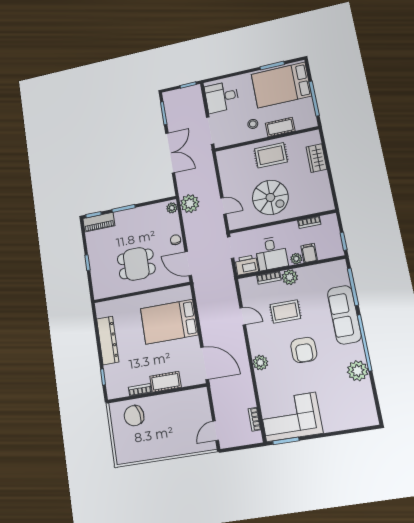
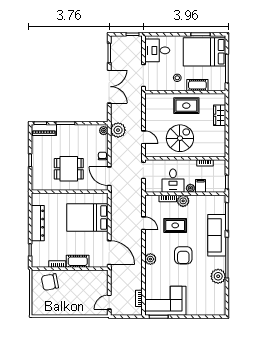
spiral stairs: (270, 197) -> (180, 138), turned -90
printer: (247, 265) -> (153, 186), removed

